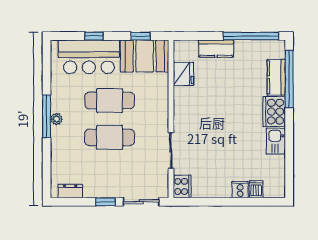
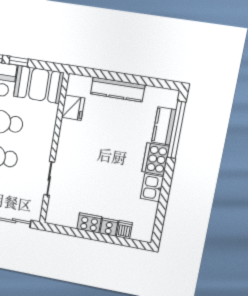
window: (140, 36) -> (19, 62), moved
window: (251, 36) -> (146, 81), removed
kitchen counter: (216, 49) -> (118, 89), width x1.50
cooker: (182, 186) -> (89, 223), moved, turned -90

